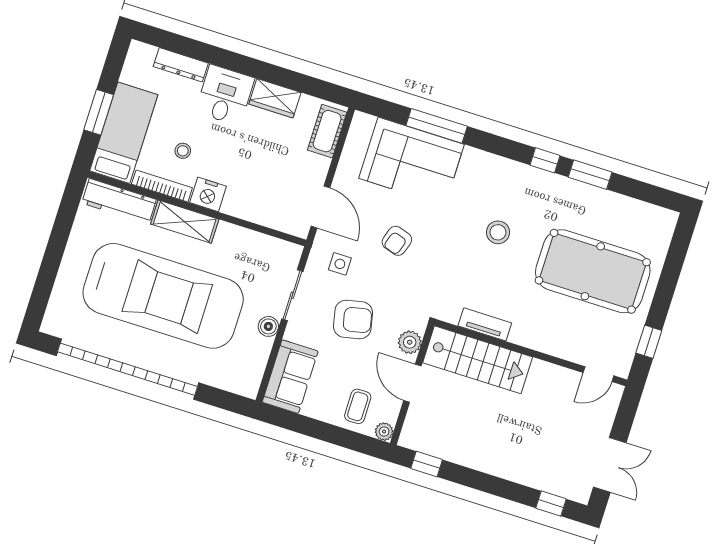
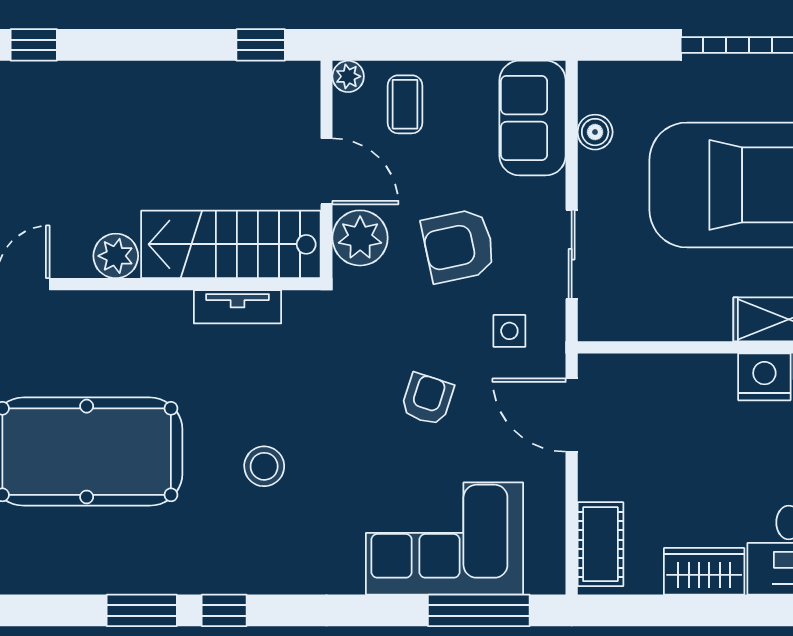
window: (437, 126) -> (479, 610), moved
boiler: (268, 326) -> (595, 132), moved
plant: (410, 342) -> (360, 238), width x1.36, depth x1.36
plant: (543, 374) -> (116, 256), added

